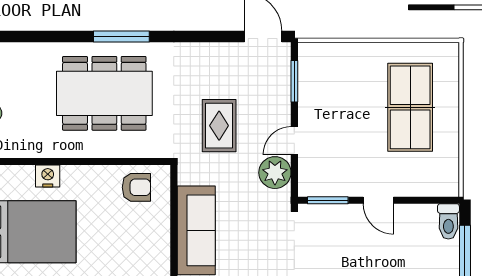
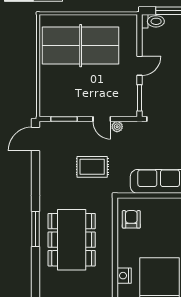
table tennis table: (410, 107) -> (81, 46), width x1.36, depth x1.32
plant: (275, 173) -> (117, 127), width x0.53, depth x0.53

